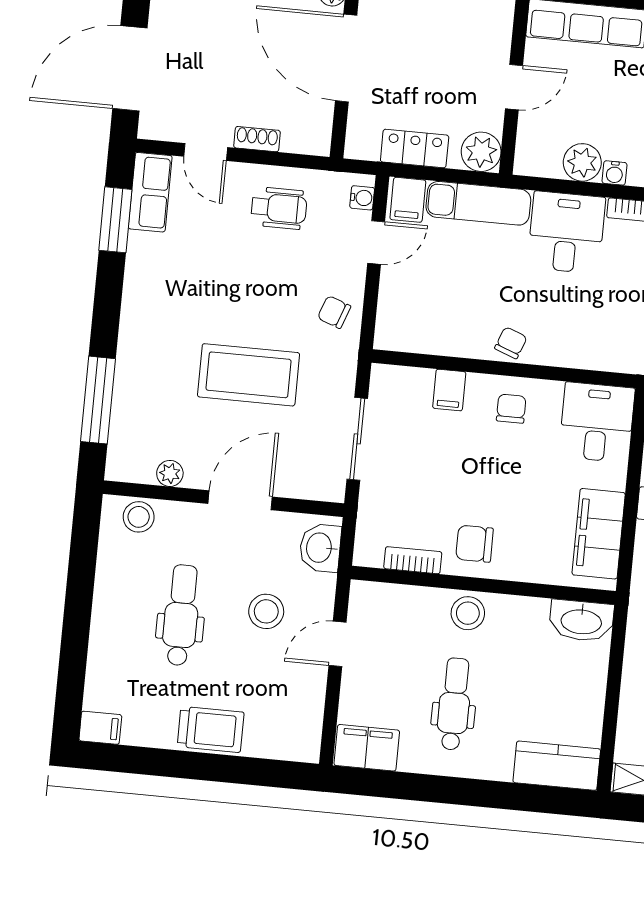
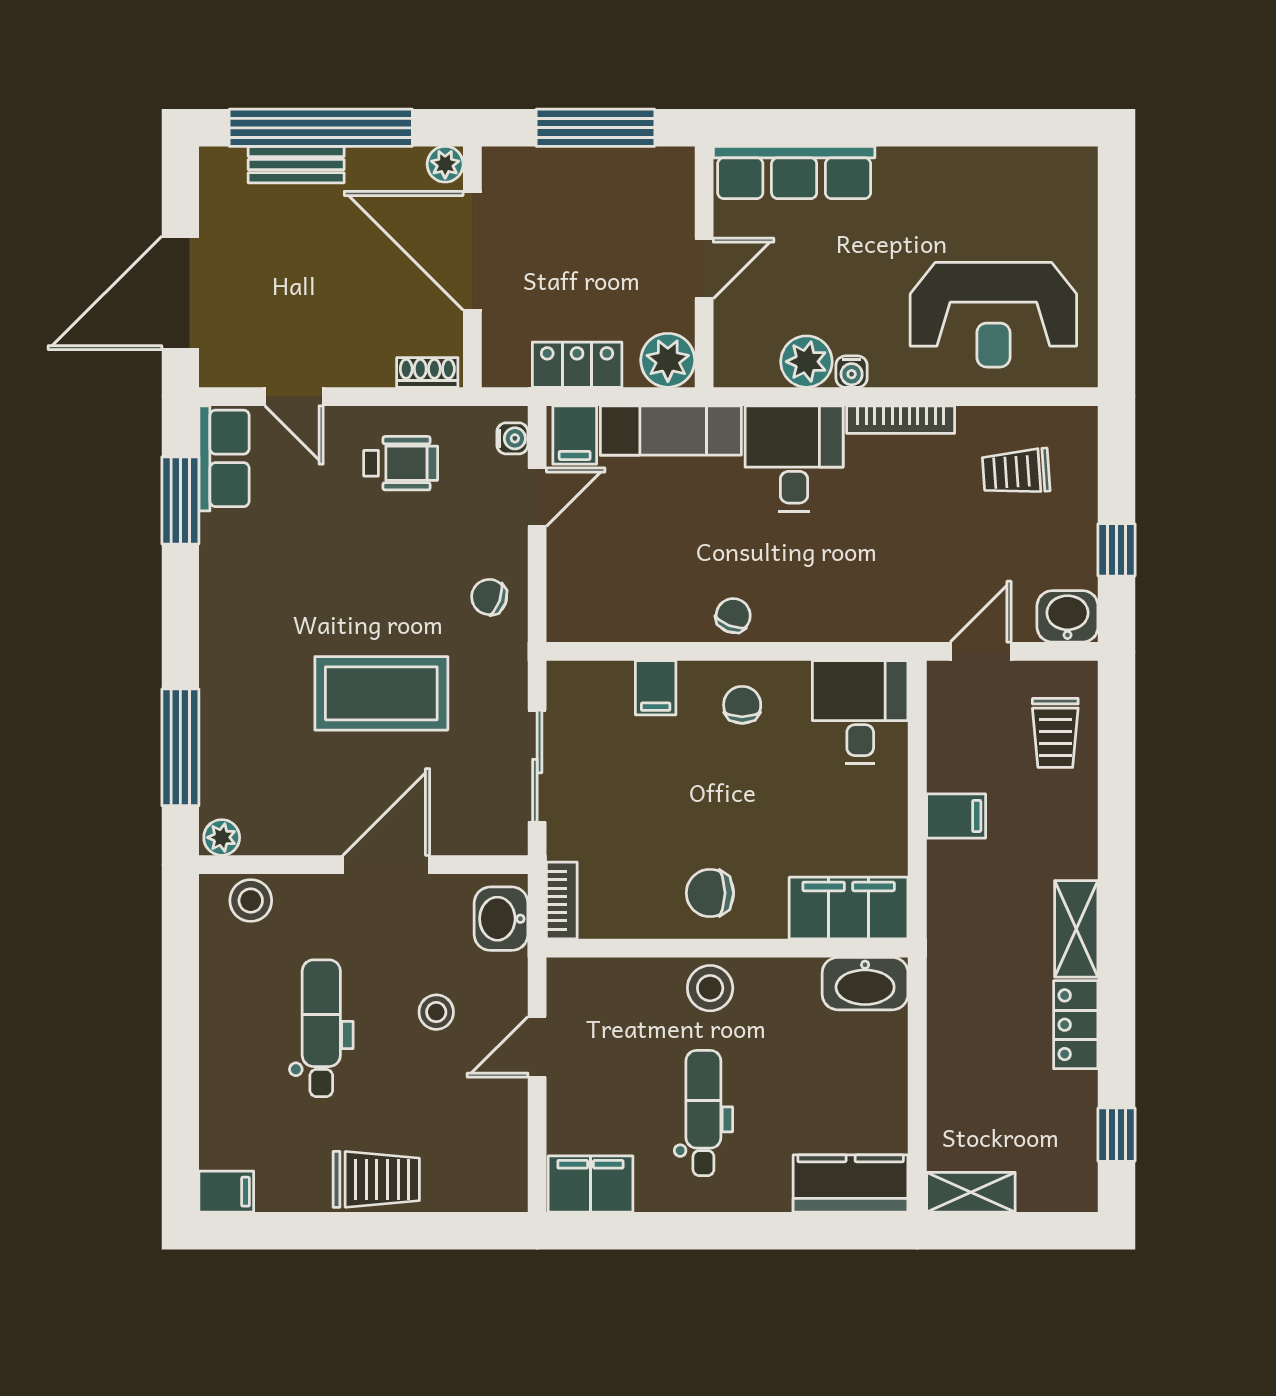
shoe rack: (257, 139) -> (427, 372), moved
plant: (170, 473) -> (222, 837), moved
filing cabinet: (599, 534) -> (849, 908), moved, turned 90
bookcase: (413, 560) -> (562, 900), moved, turned 90
stool: (266, 611) -> (436, 1012), width x0.73, depth x0.73

